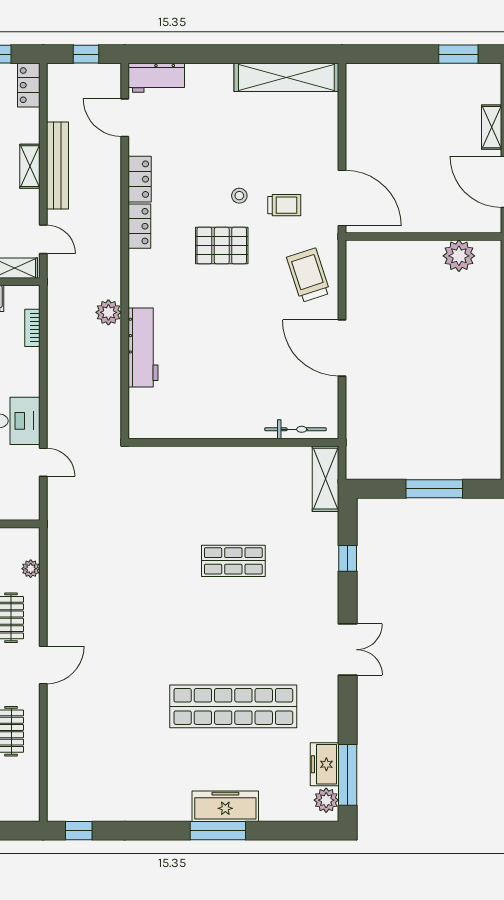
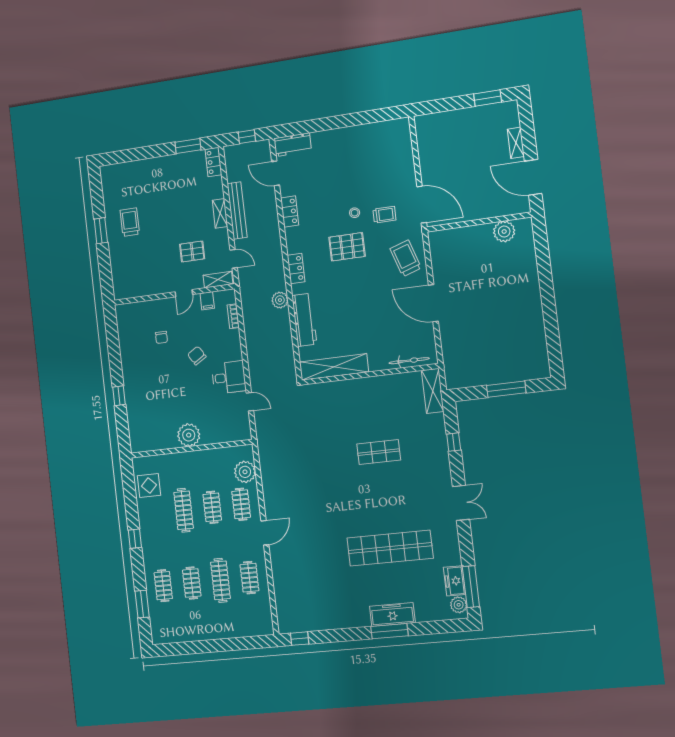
shelving: (286, 77) -> (334, 367), moved
locker: (139, 226) -> (296, 268), moved
plant: (31, 569) -> (245, 472), width x1.88, depth x1.88

